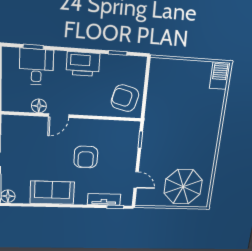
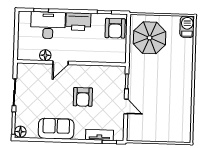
desk: (36, 67) -> (48, 25), width x1.37
armchair: (125, 98) -> (115, 28), moved, turned -104
door: (136, 180) -> (126, 106), moved
parasol: (183, 187) -> (150, 38), moved

